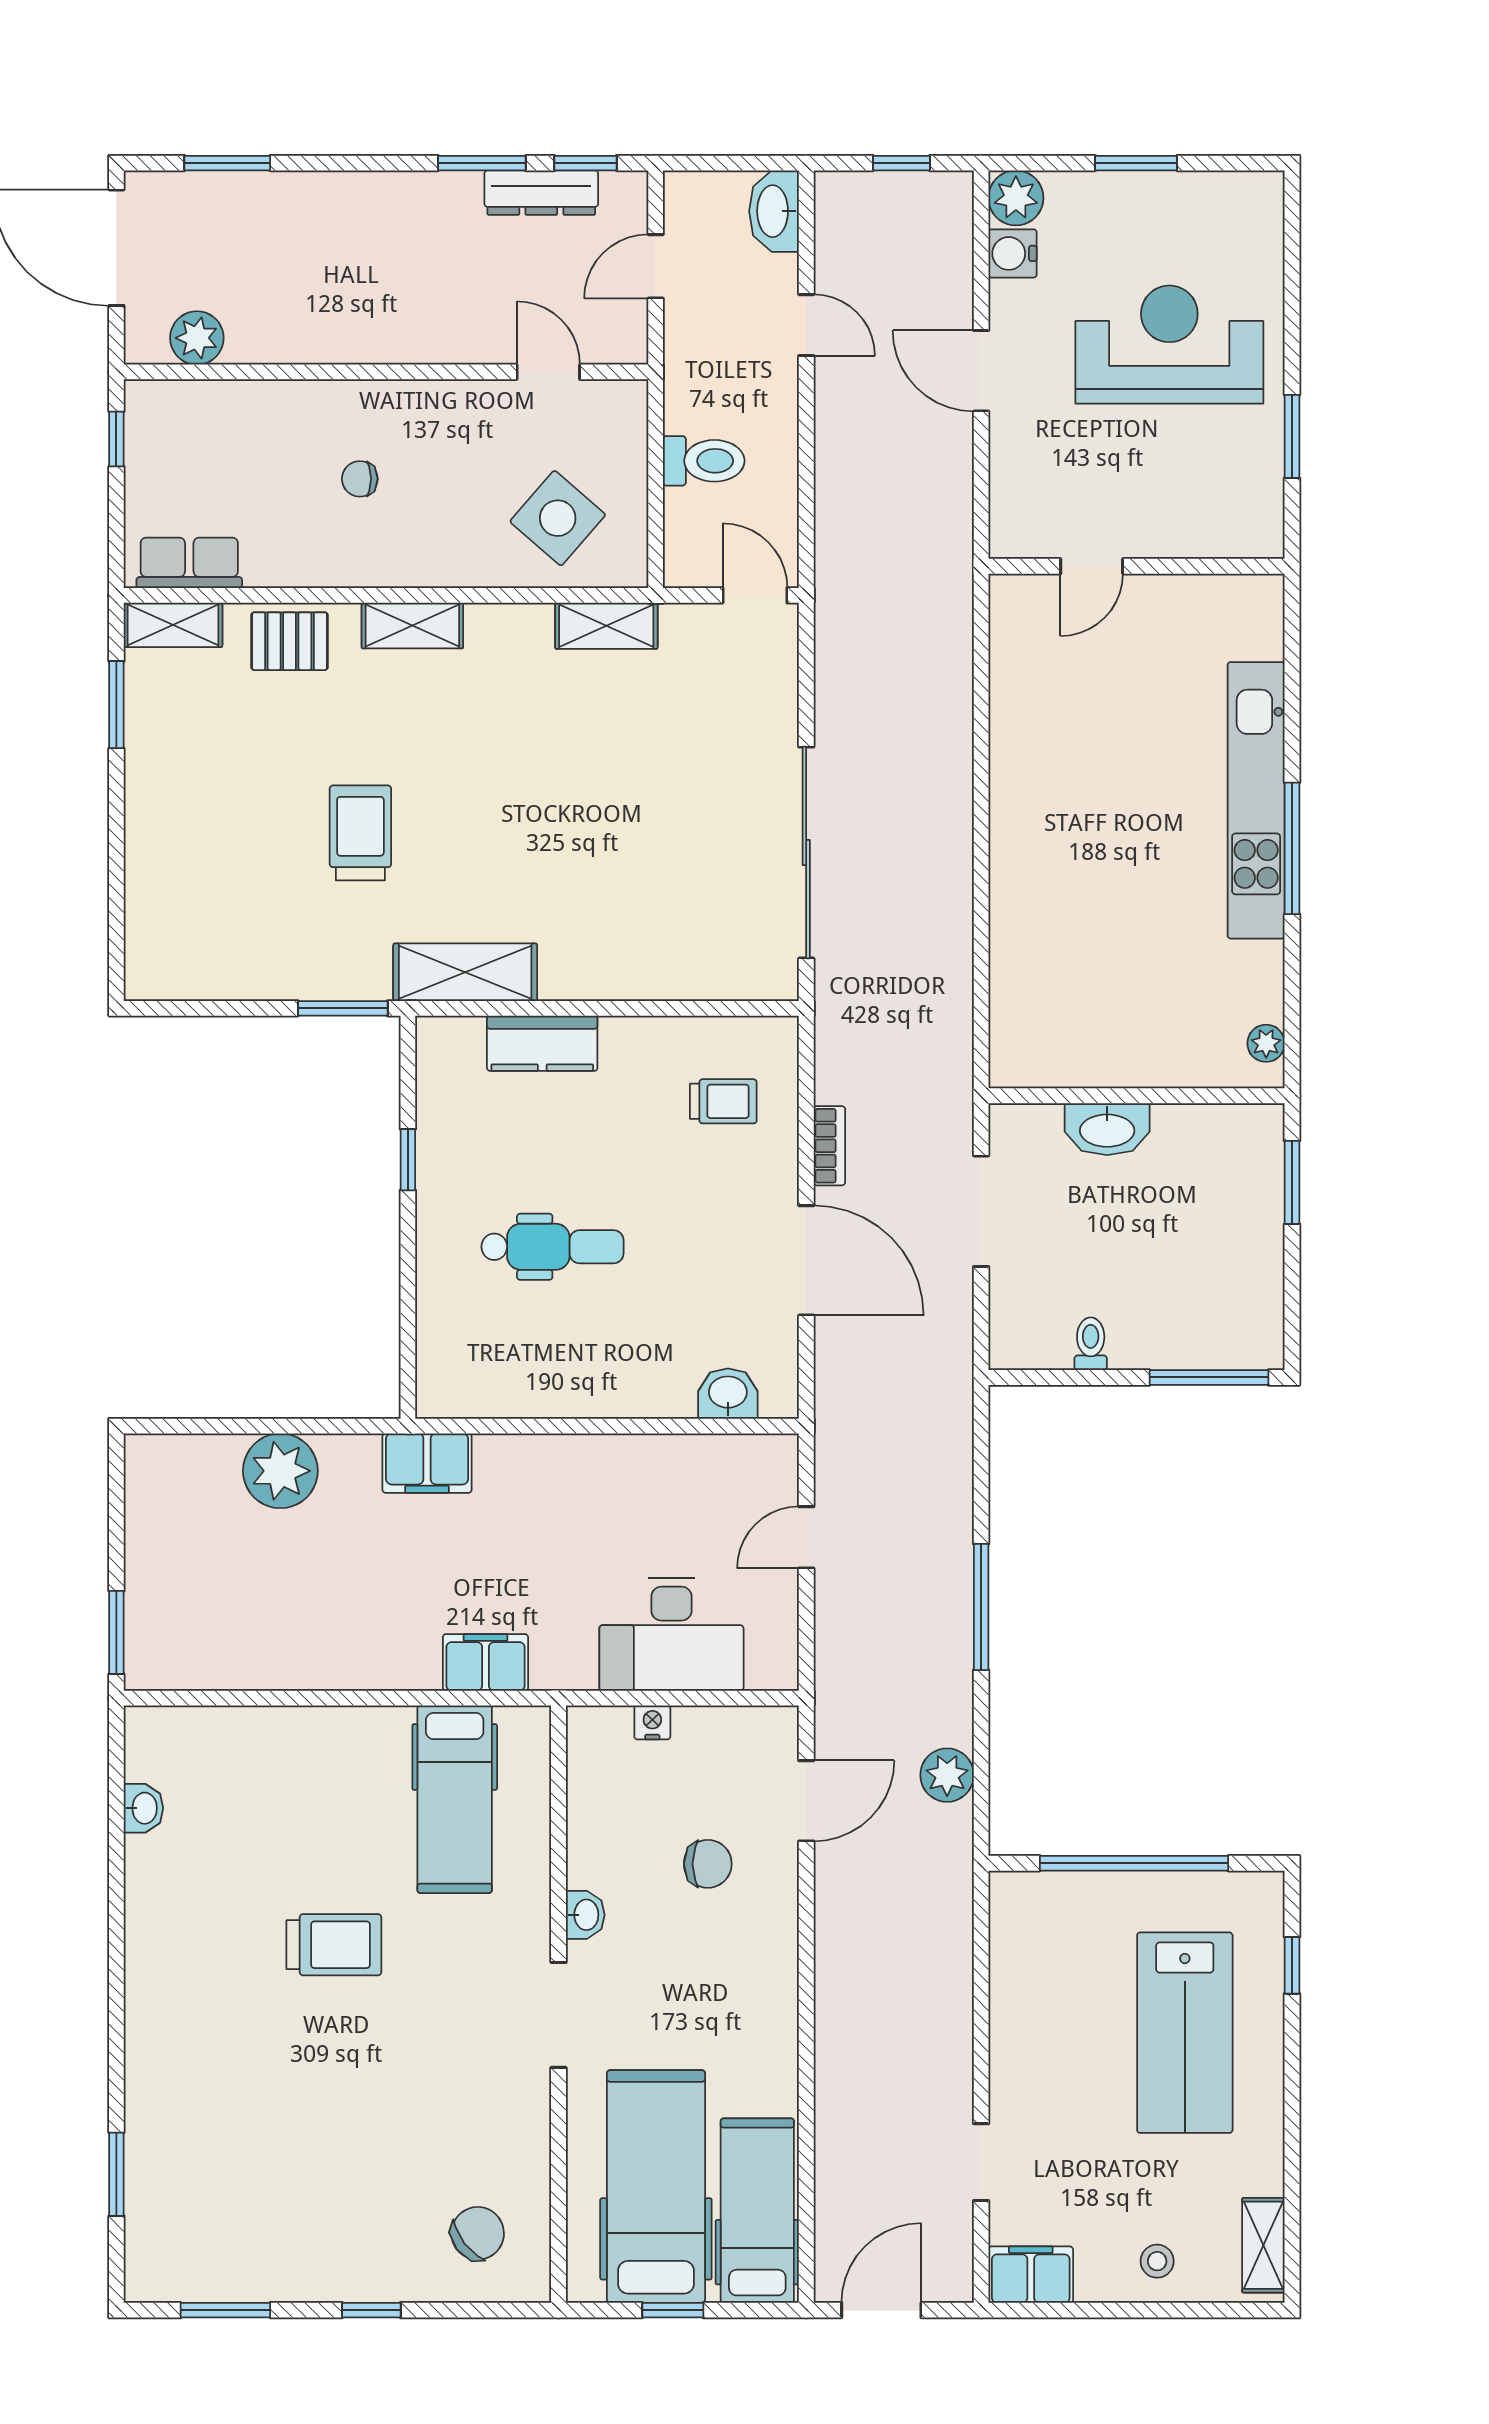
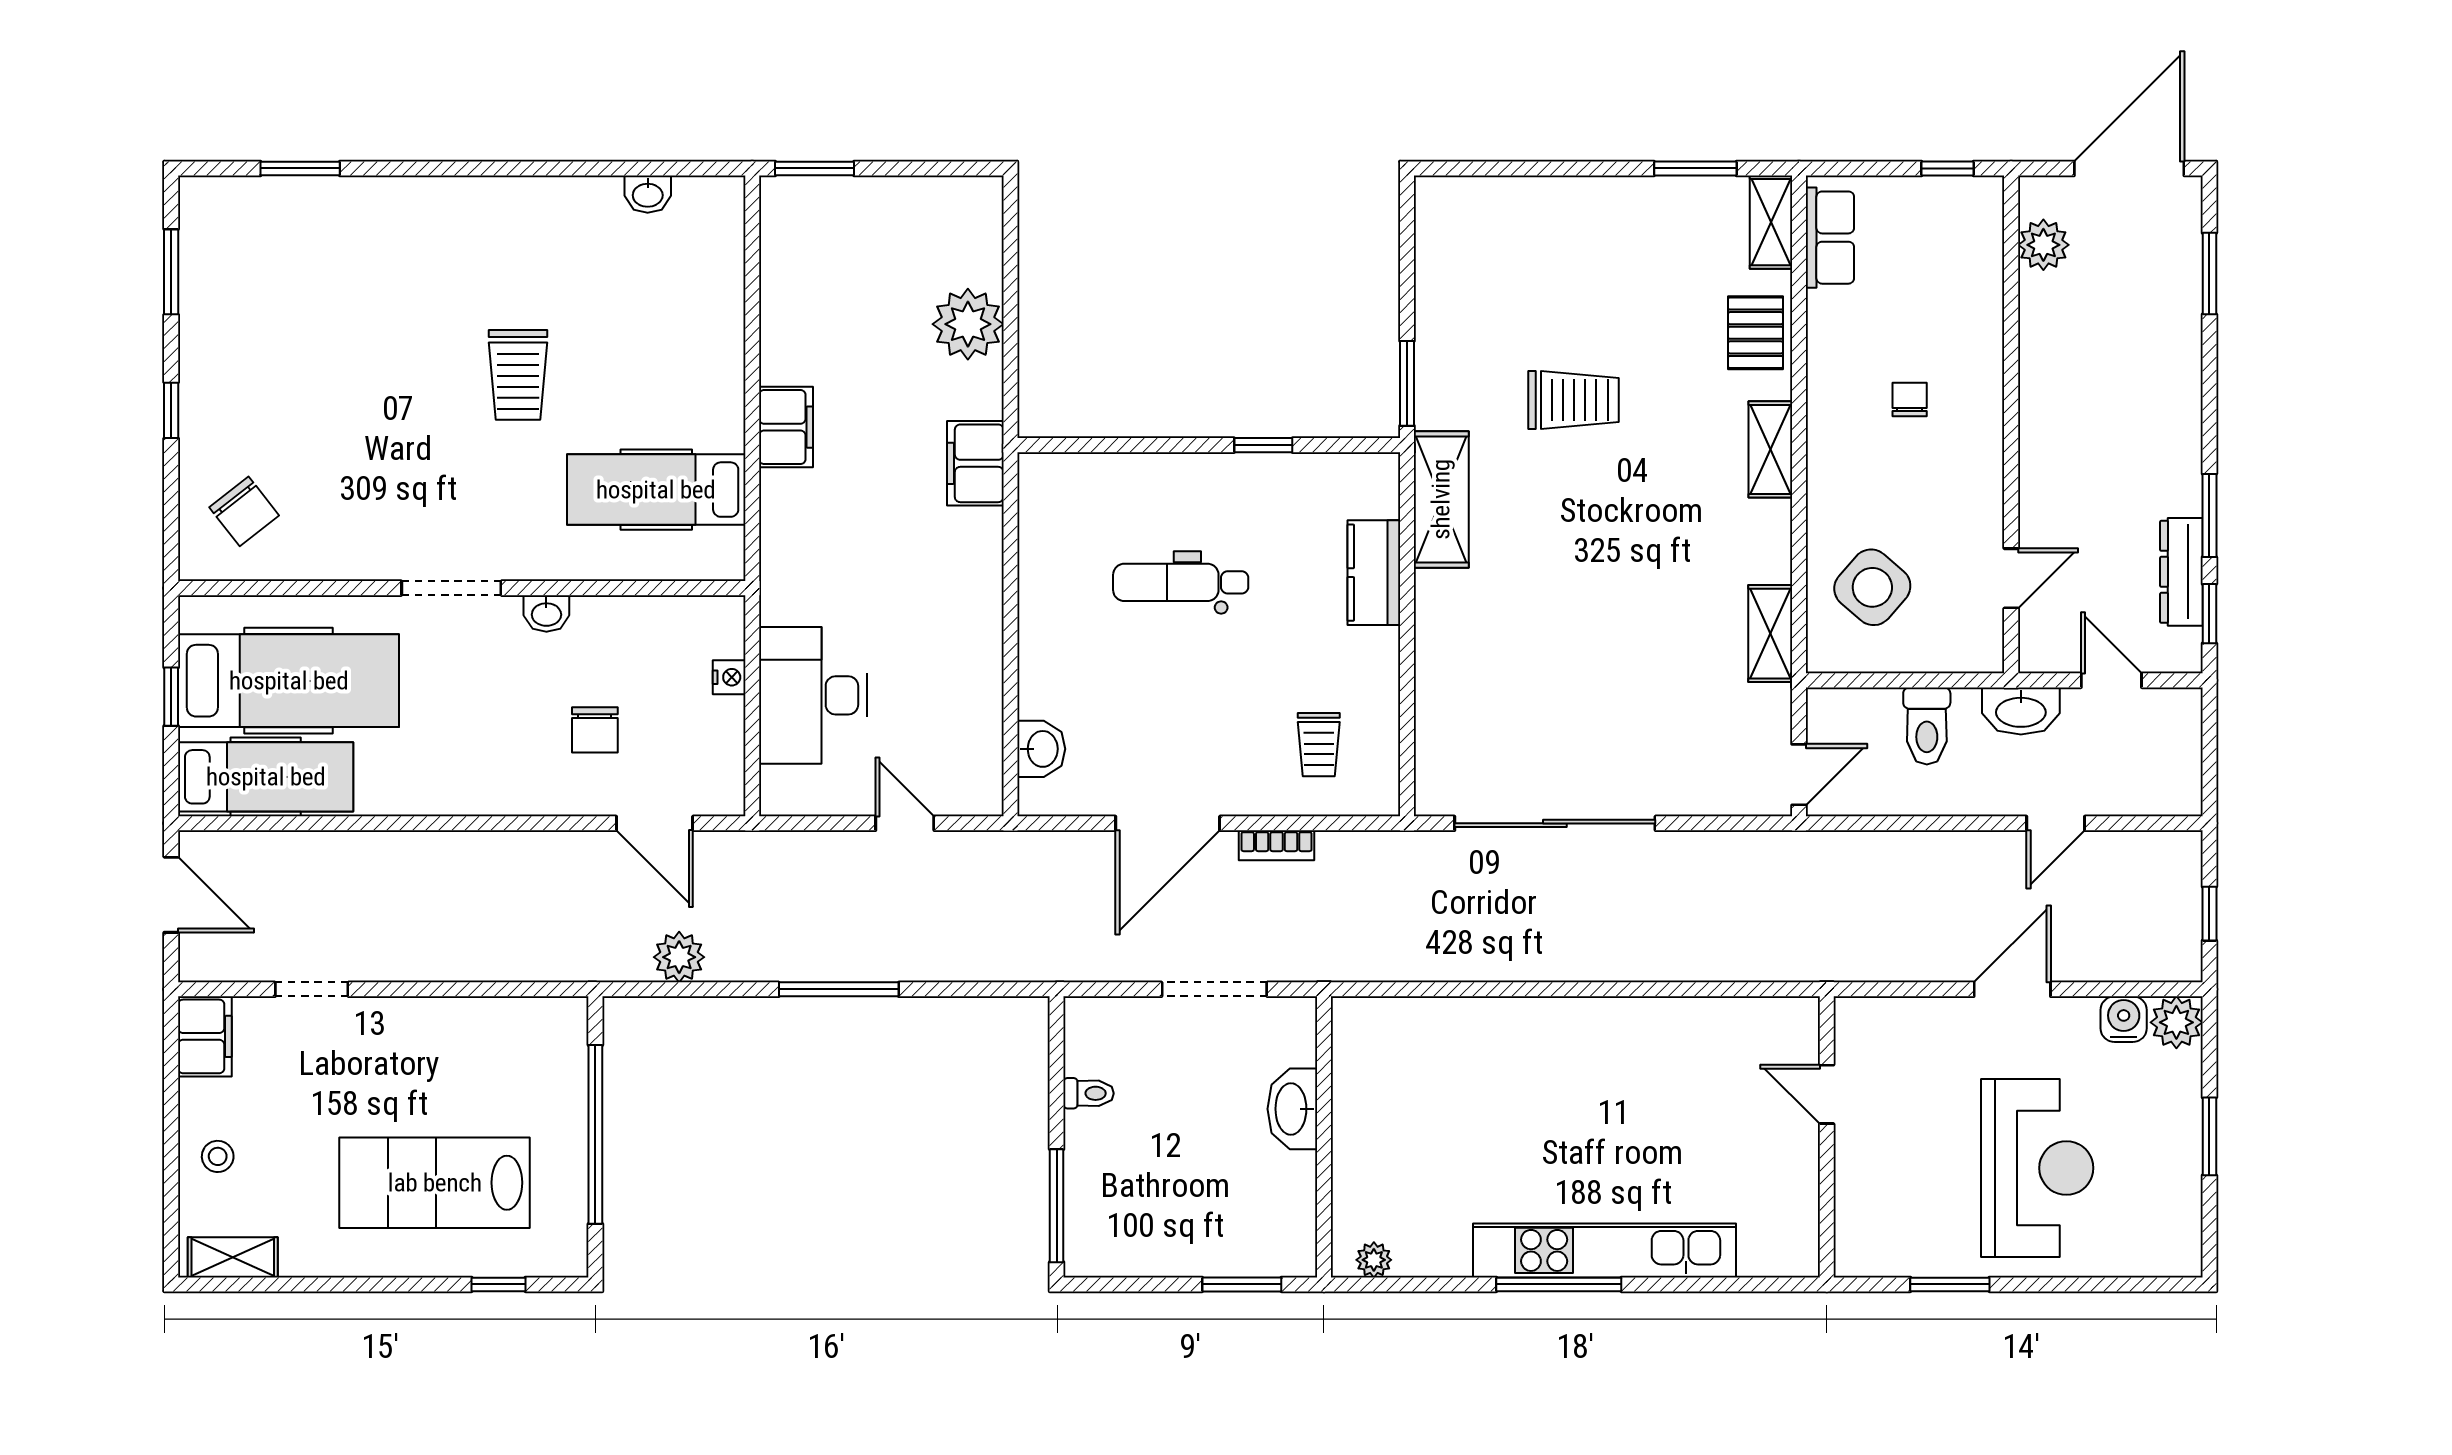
washbasin: (774, 211) -> (2021, 711), moved, turned 180
dental chair: (552, 1247) -> (1181, 582), turned 90
filing cabinet: (485, 1662) -> (786, 427), moved

